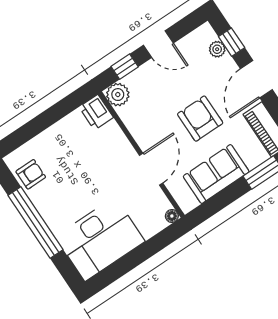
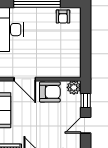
printer: (96, 112) -> (72, 71), removed
armchair: (200, 119) -> (50, 92), moved

